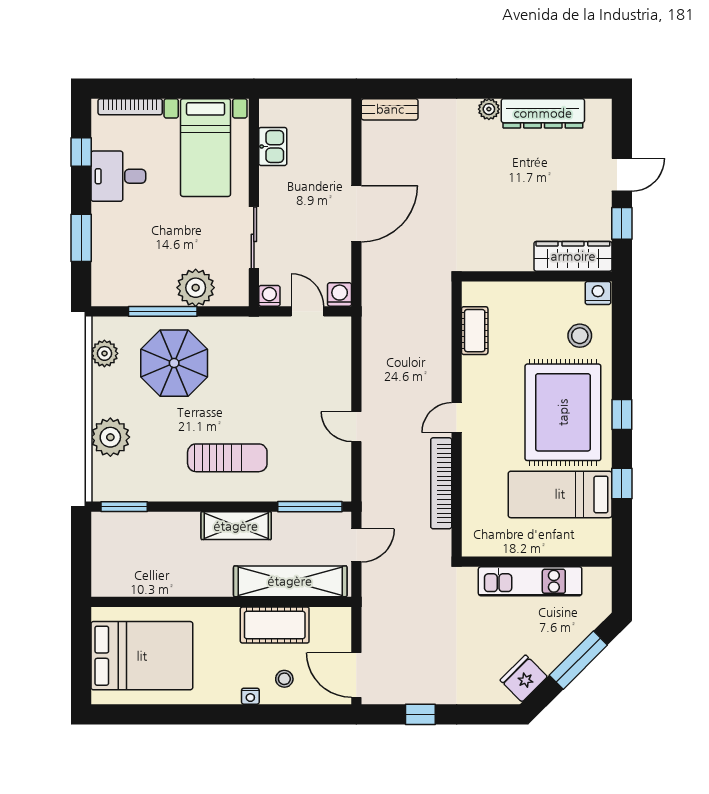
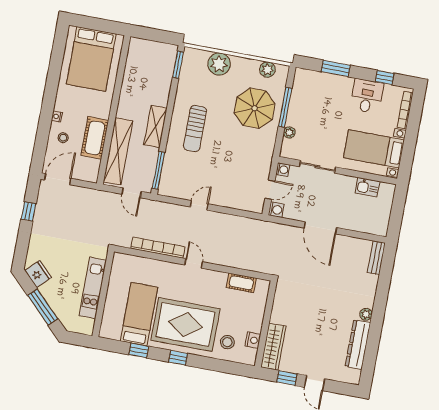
plant: (196, 288) -> (289, 132), width x0.53, depth x0.53
nightstand: (598, 293) -> (253, 340), moved

